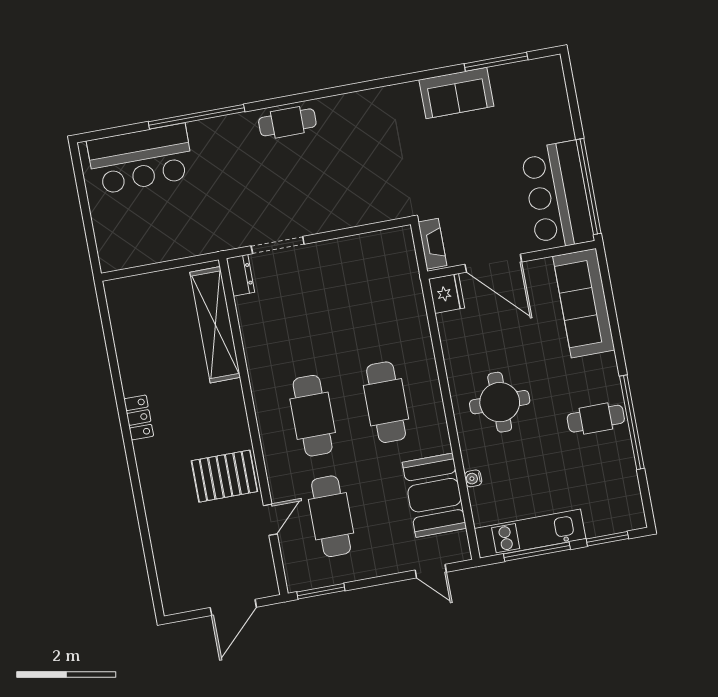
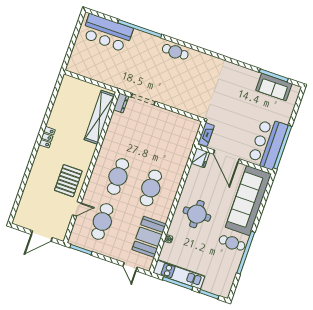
sofa: (456, 93) -> (274, 87), moved
sofa: (584, 303) -> (248, 201), width x1.36, depth x1.27
pallet: (224, 476) -> (68, 181), turned 90

